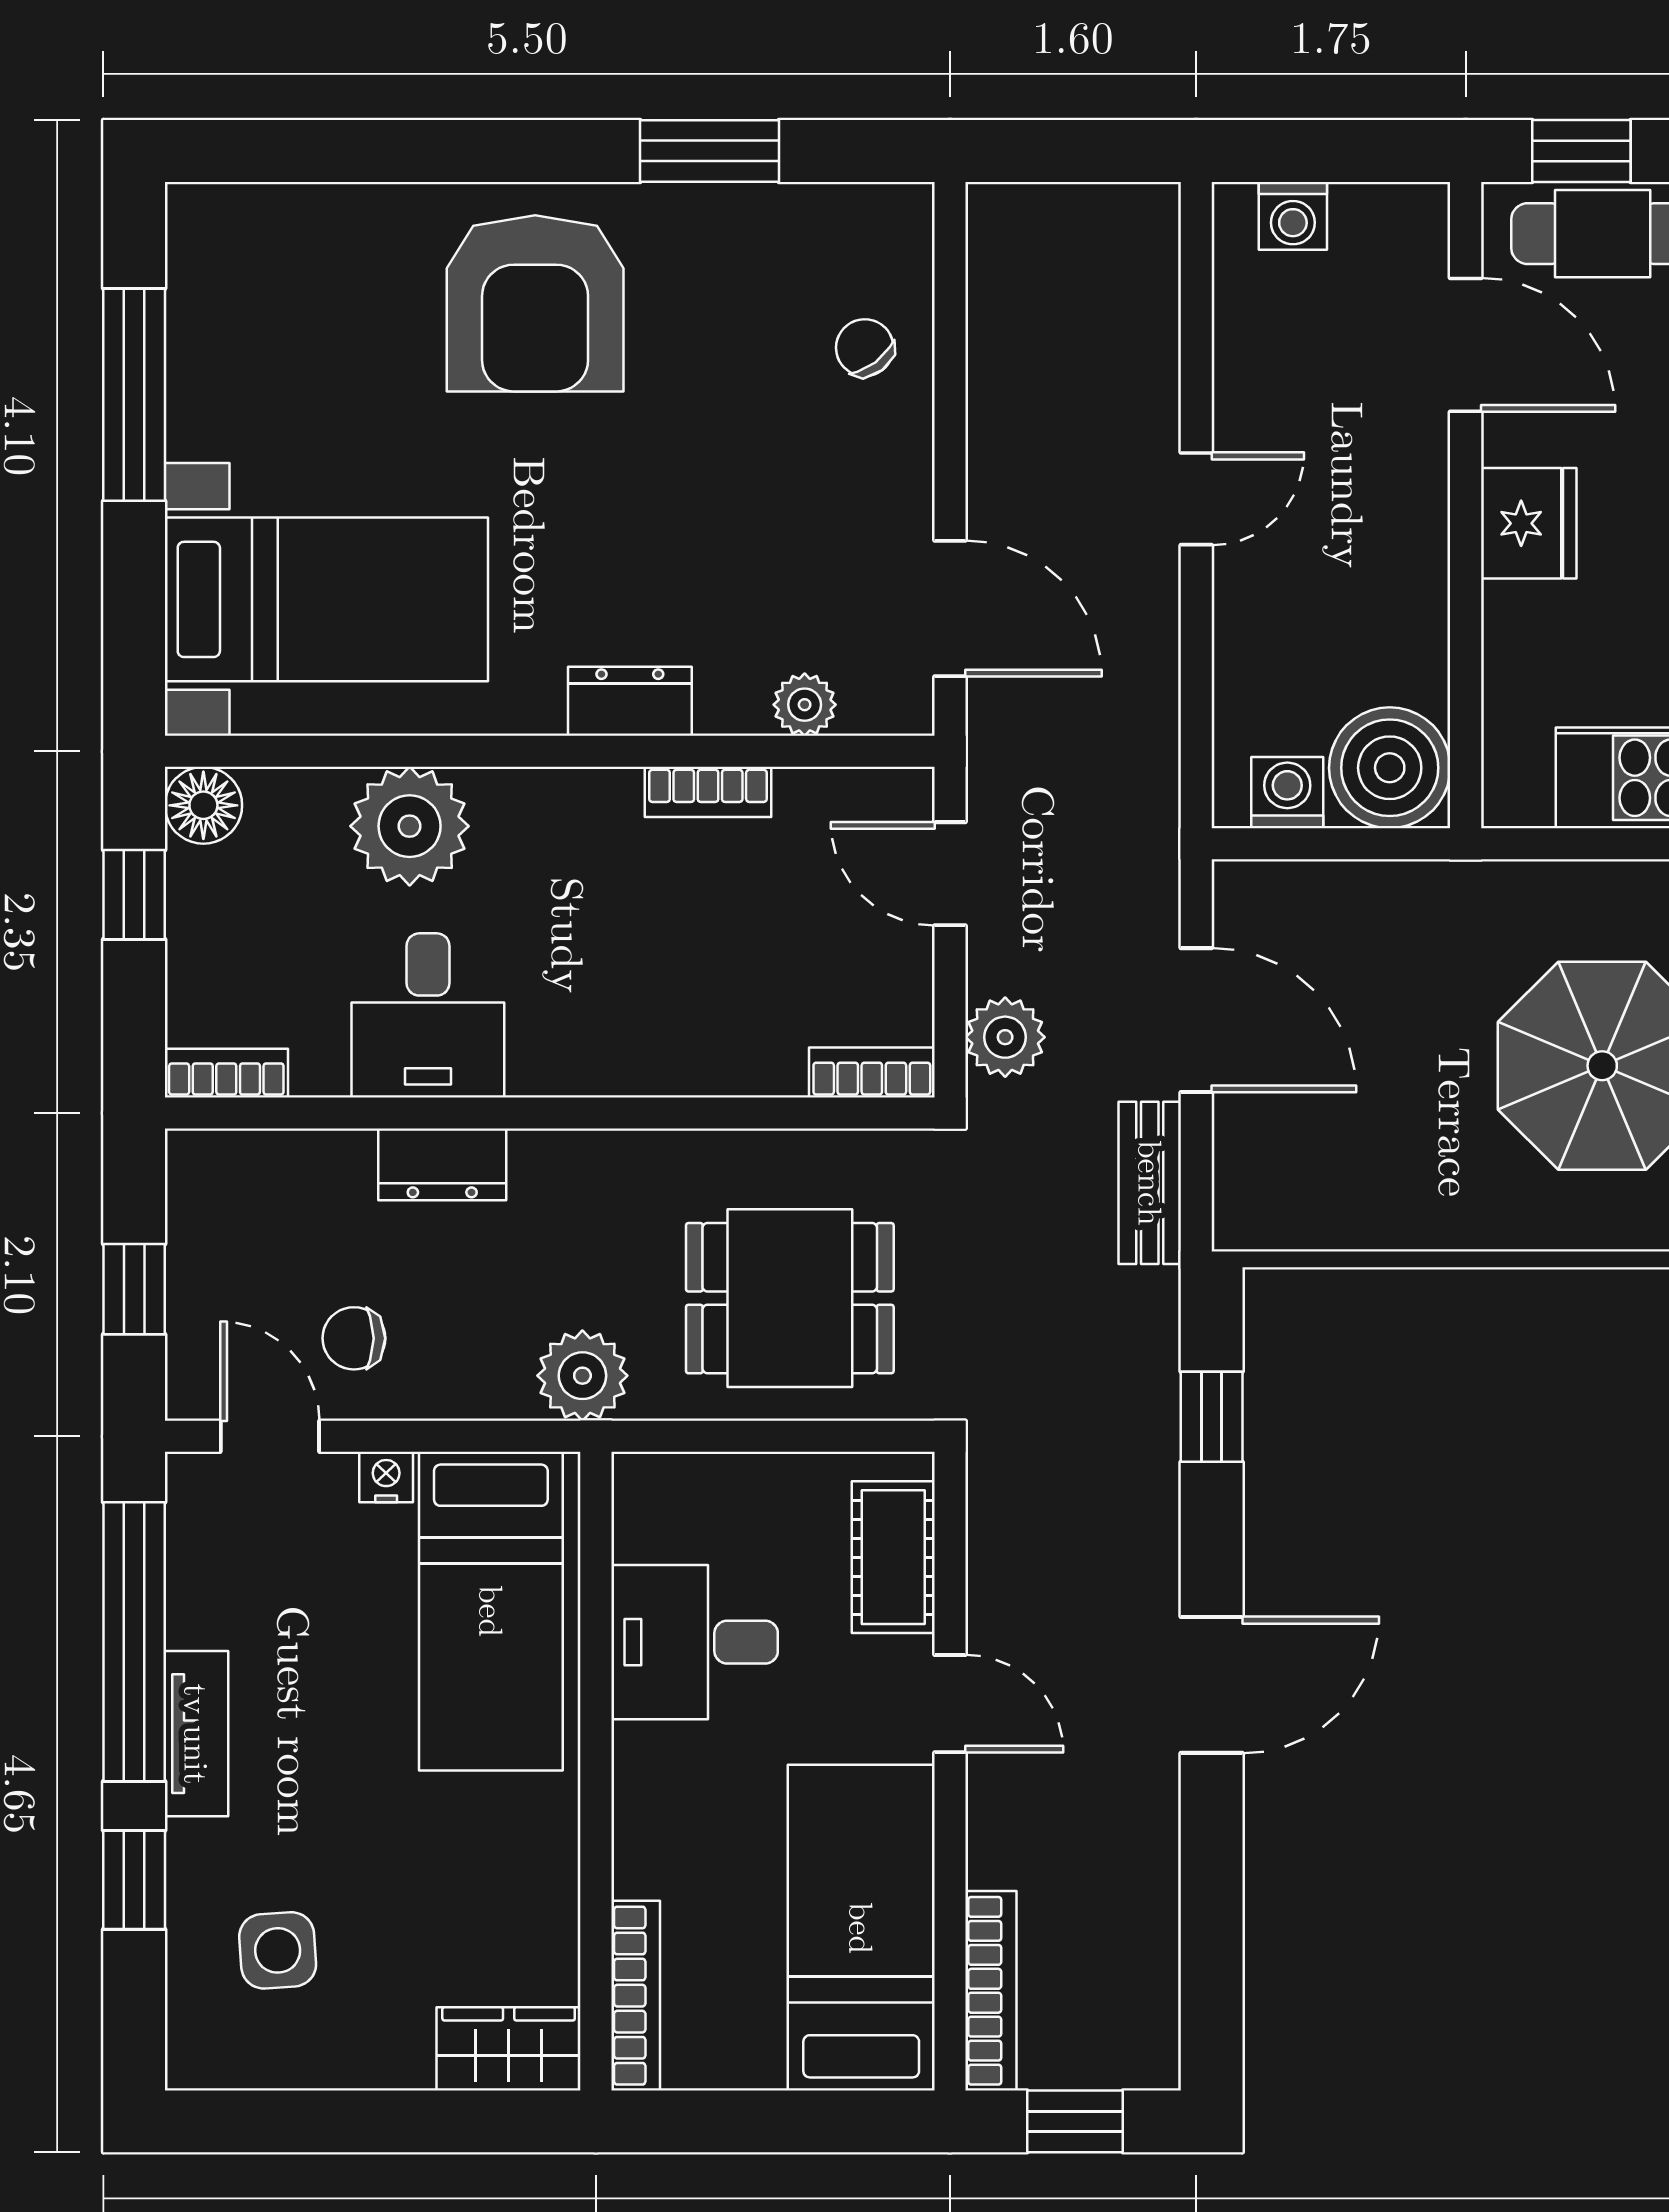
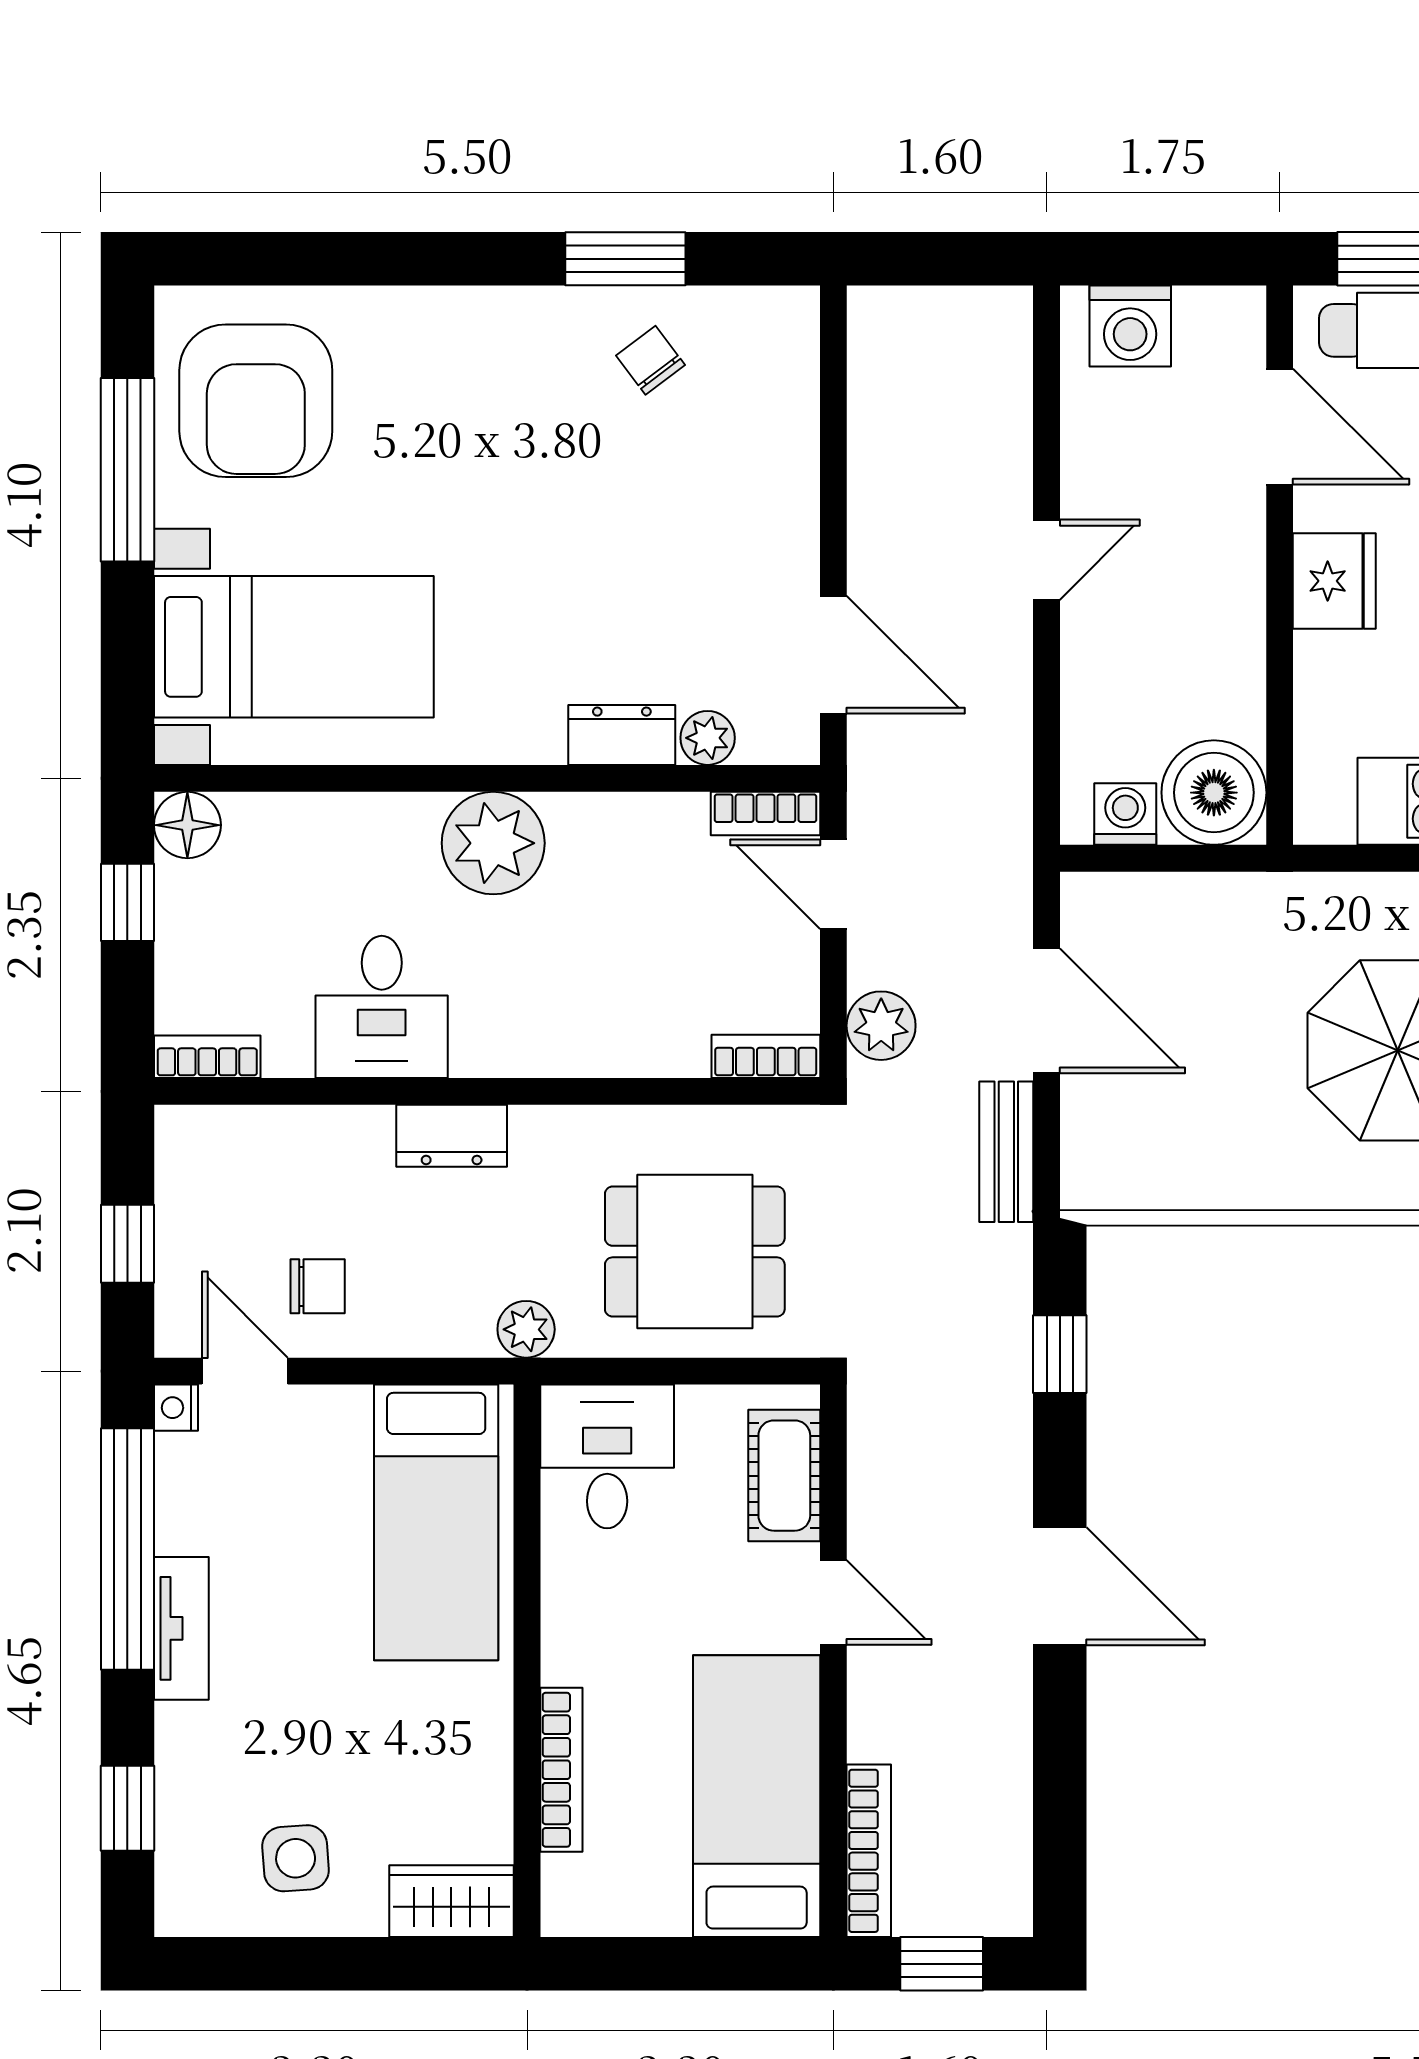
washing machine: (1293, 216) -> (1130, 326), width x1.38, depth x1.38
armchair: (535, 303) -> (256, 401), moved
chair: (865, 348) -> (650, 360), moved
dresser: (630, 701) -> (622, 735), moved
bookcase: (708, 792) -> (765, 813), moved
plant: (410, 826) -> (493, 843), moved
dresser: (442, 1164) -> (452, 1136), moved
chair: (354, 1338) -> (318, 1286), turned 180
plant: (582, 1376) -> (526, 1329), width x0.73, depth x0.73
nightstand: (386, 1477) -> (176, 1408), moved, turned -90
desk: (695, 1642) -> (607, 1456), moved, turned 90
door: (1212, 1685) -> (1060, 1586), hinge flipped
window: (134, 1880) -> (127, 1808), moved
side table: (278, 1950) -> (296, 1858), moved
bookcase: (636, 1996) -> (561, 1770), moved

